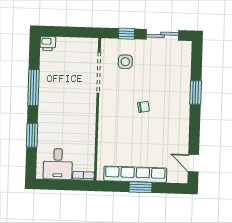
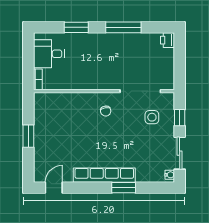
water cooler: (184, 45) -> (170, 175), added
chair: (143, 107) -> (106, 111), moved
row of seats: (135, 174) -> (104, 175), moved, turned -90

